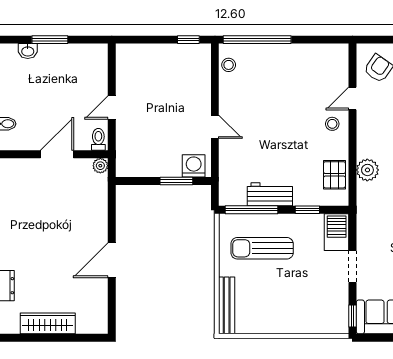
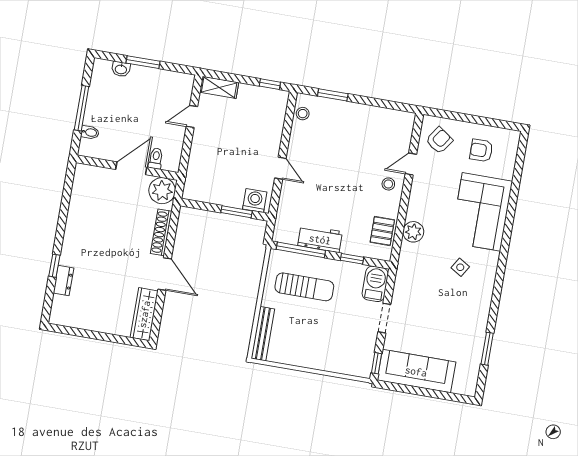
window: (257, 40) -> (333, 95), width x0.47
shelving: (135, 52) -> (219, 87), added
door: (112, 108) -> (192, 117), moved
toilet: (98, 139) -> (156, 158), moved
plant: (100, 166) -> (162, 191), width x1.88, depth x1.88
shoe rack: (100, 217) -> (161, 232), added
sun lounger: (262, 248) -> (304, 287), turned 180
door: (112, 260) -> (165, 274), swing flipped
wardrobe: (48, 323) -> (144, 314), moved, turned -90

